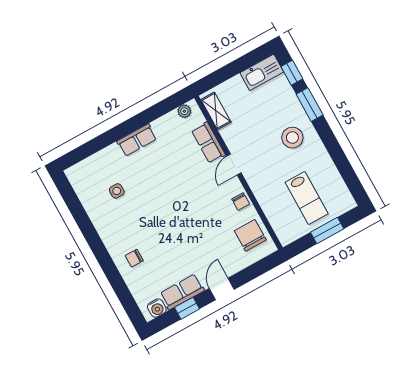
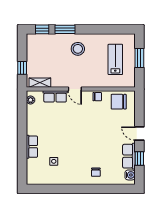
kitchen sink: (262, 72) -> (33, 46), removed
window: (223, 75) -> (22, 68), added
row of seats: (137, 140) -> (32, 147), moved
lab bench: (307, 198) -> (115, 59), turned -90

